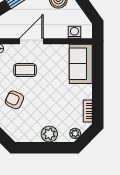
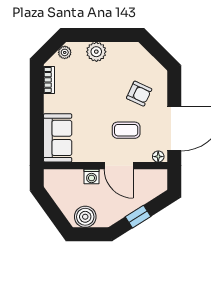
washing machine: (74, 32) -> (91, 177), moved
door: (31, 41) -> (119, 166), hinge flipped

